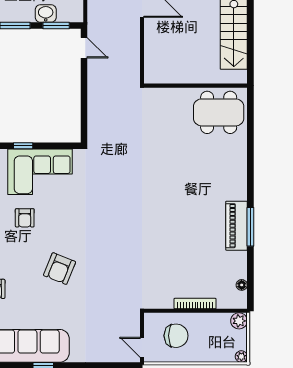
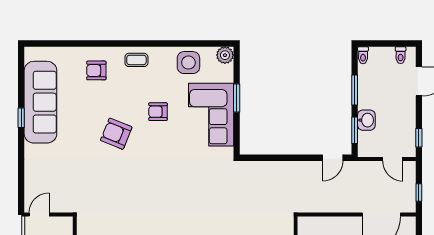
window: (23, 146) -> (237, 98), width x1.50
armchair: (25, 218) -> (158, 112), moved

